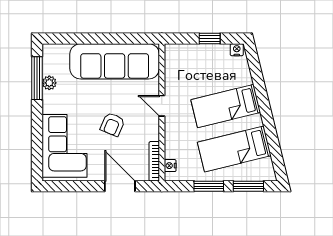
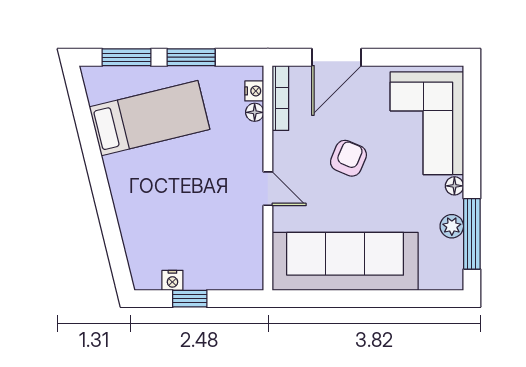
nightstand: (237, 50) -> (172, 280), moved
bed: (226, 106) -> (163, 188), removed
floor lamp: (48, 107) -> (454, 186), added
floor lamp: (170, 153) -> (255, 112), added
door: (120, 186) -> (337, 57), hinge flipped

